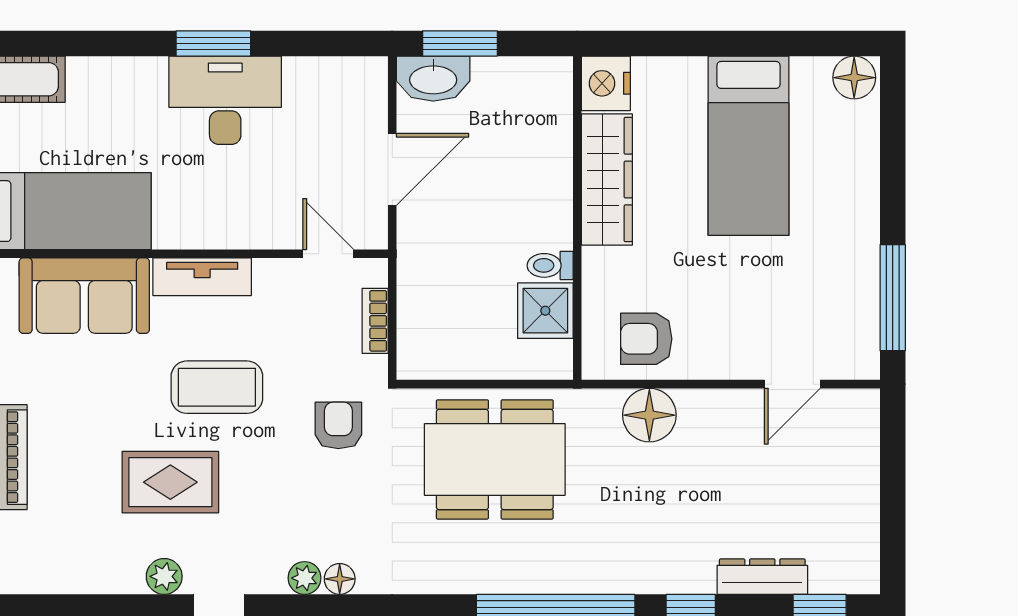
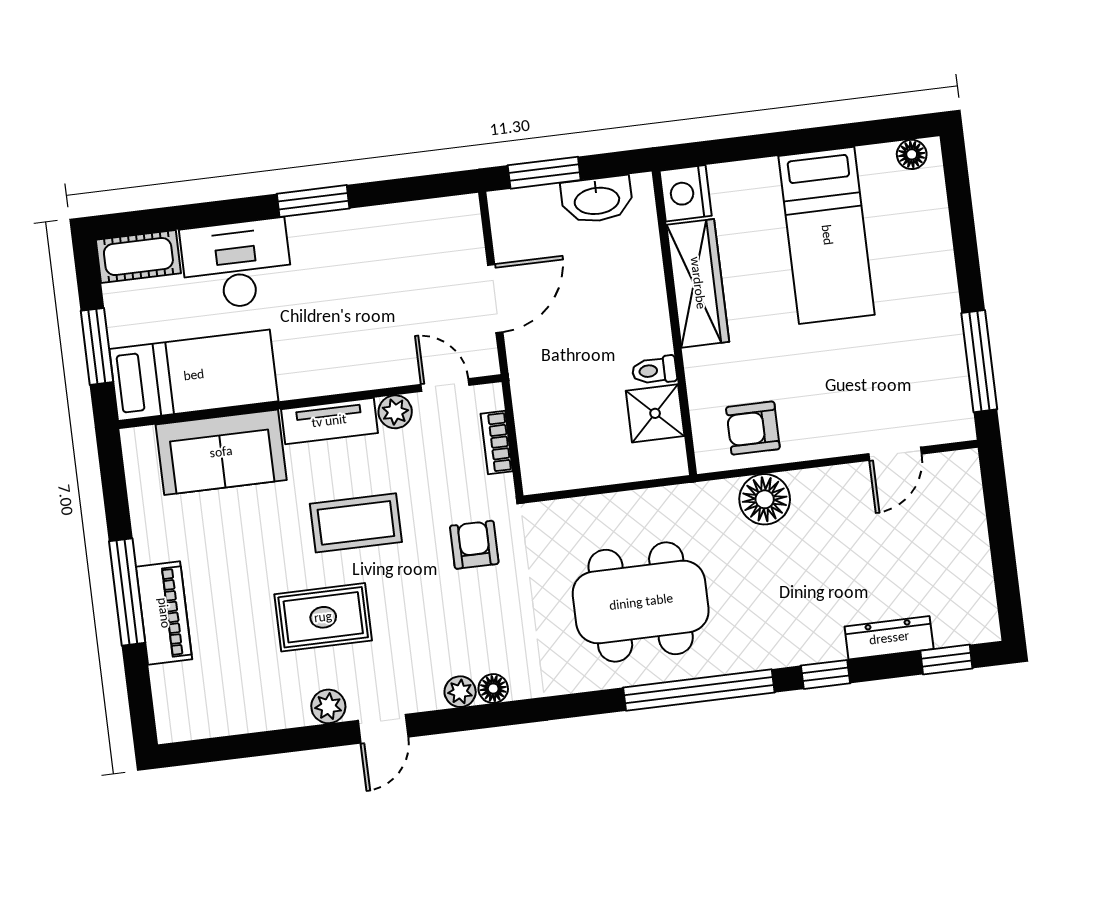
floor lamp: (854, 78) -> (912, 154), width x0.73, depth x0.73
washbasin: (433, 79) -> (597, 200), moved
desk: (225, 100) -> (237, 264), moved
plant: (272, 275) -> (395, 412), added
dining table: (495, 459) -> (641, 602), moved

